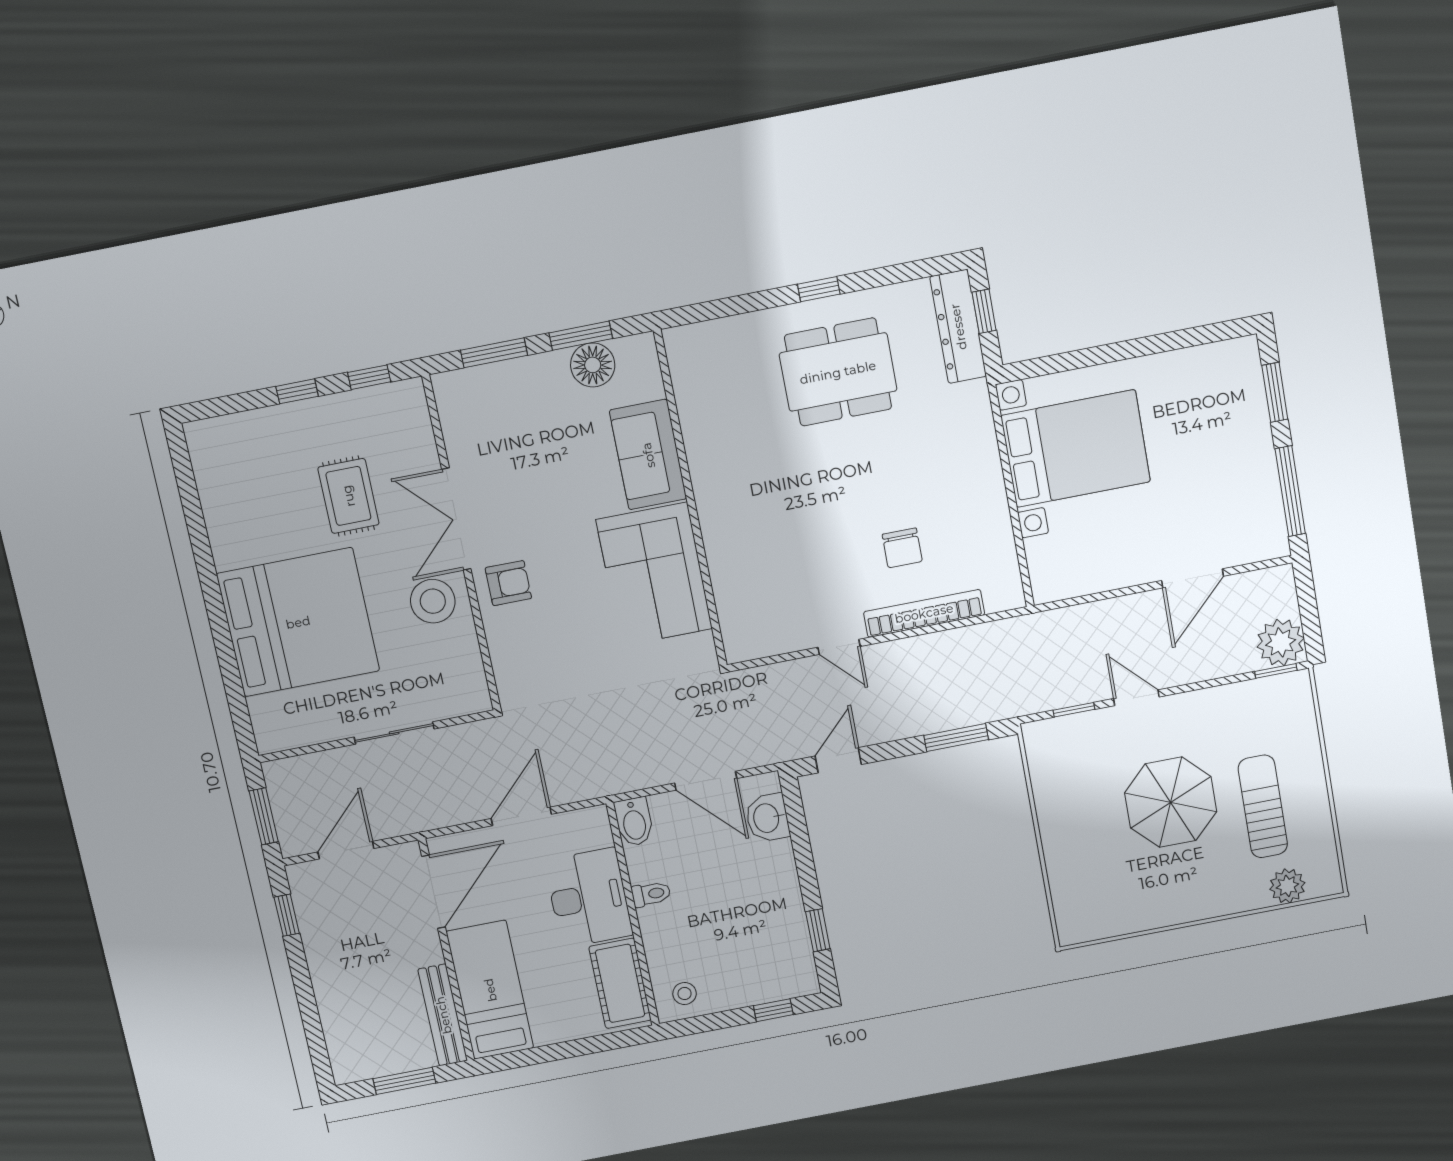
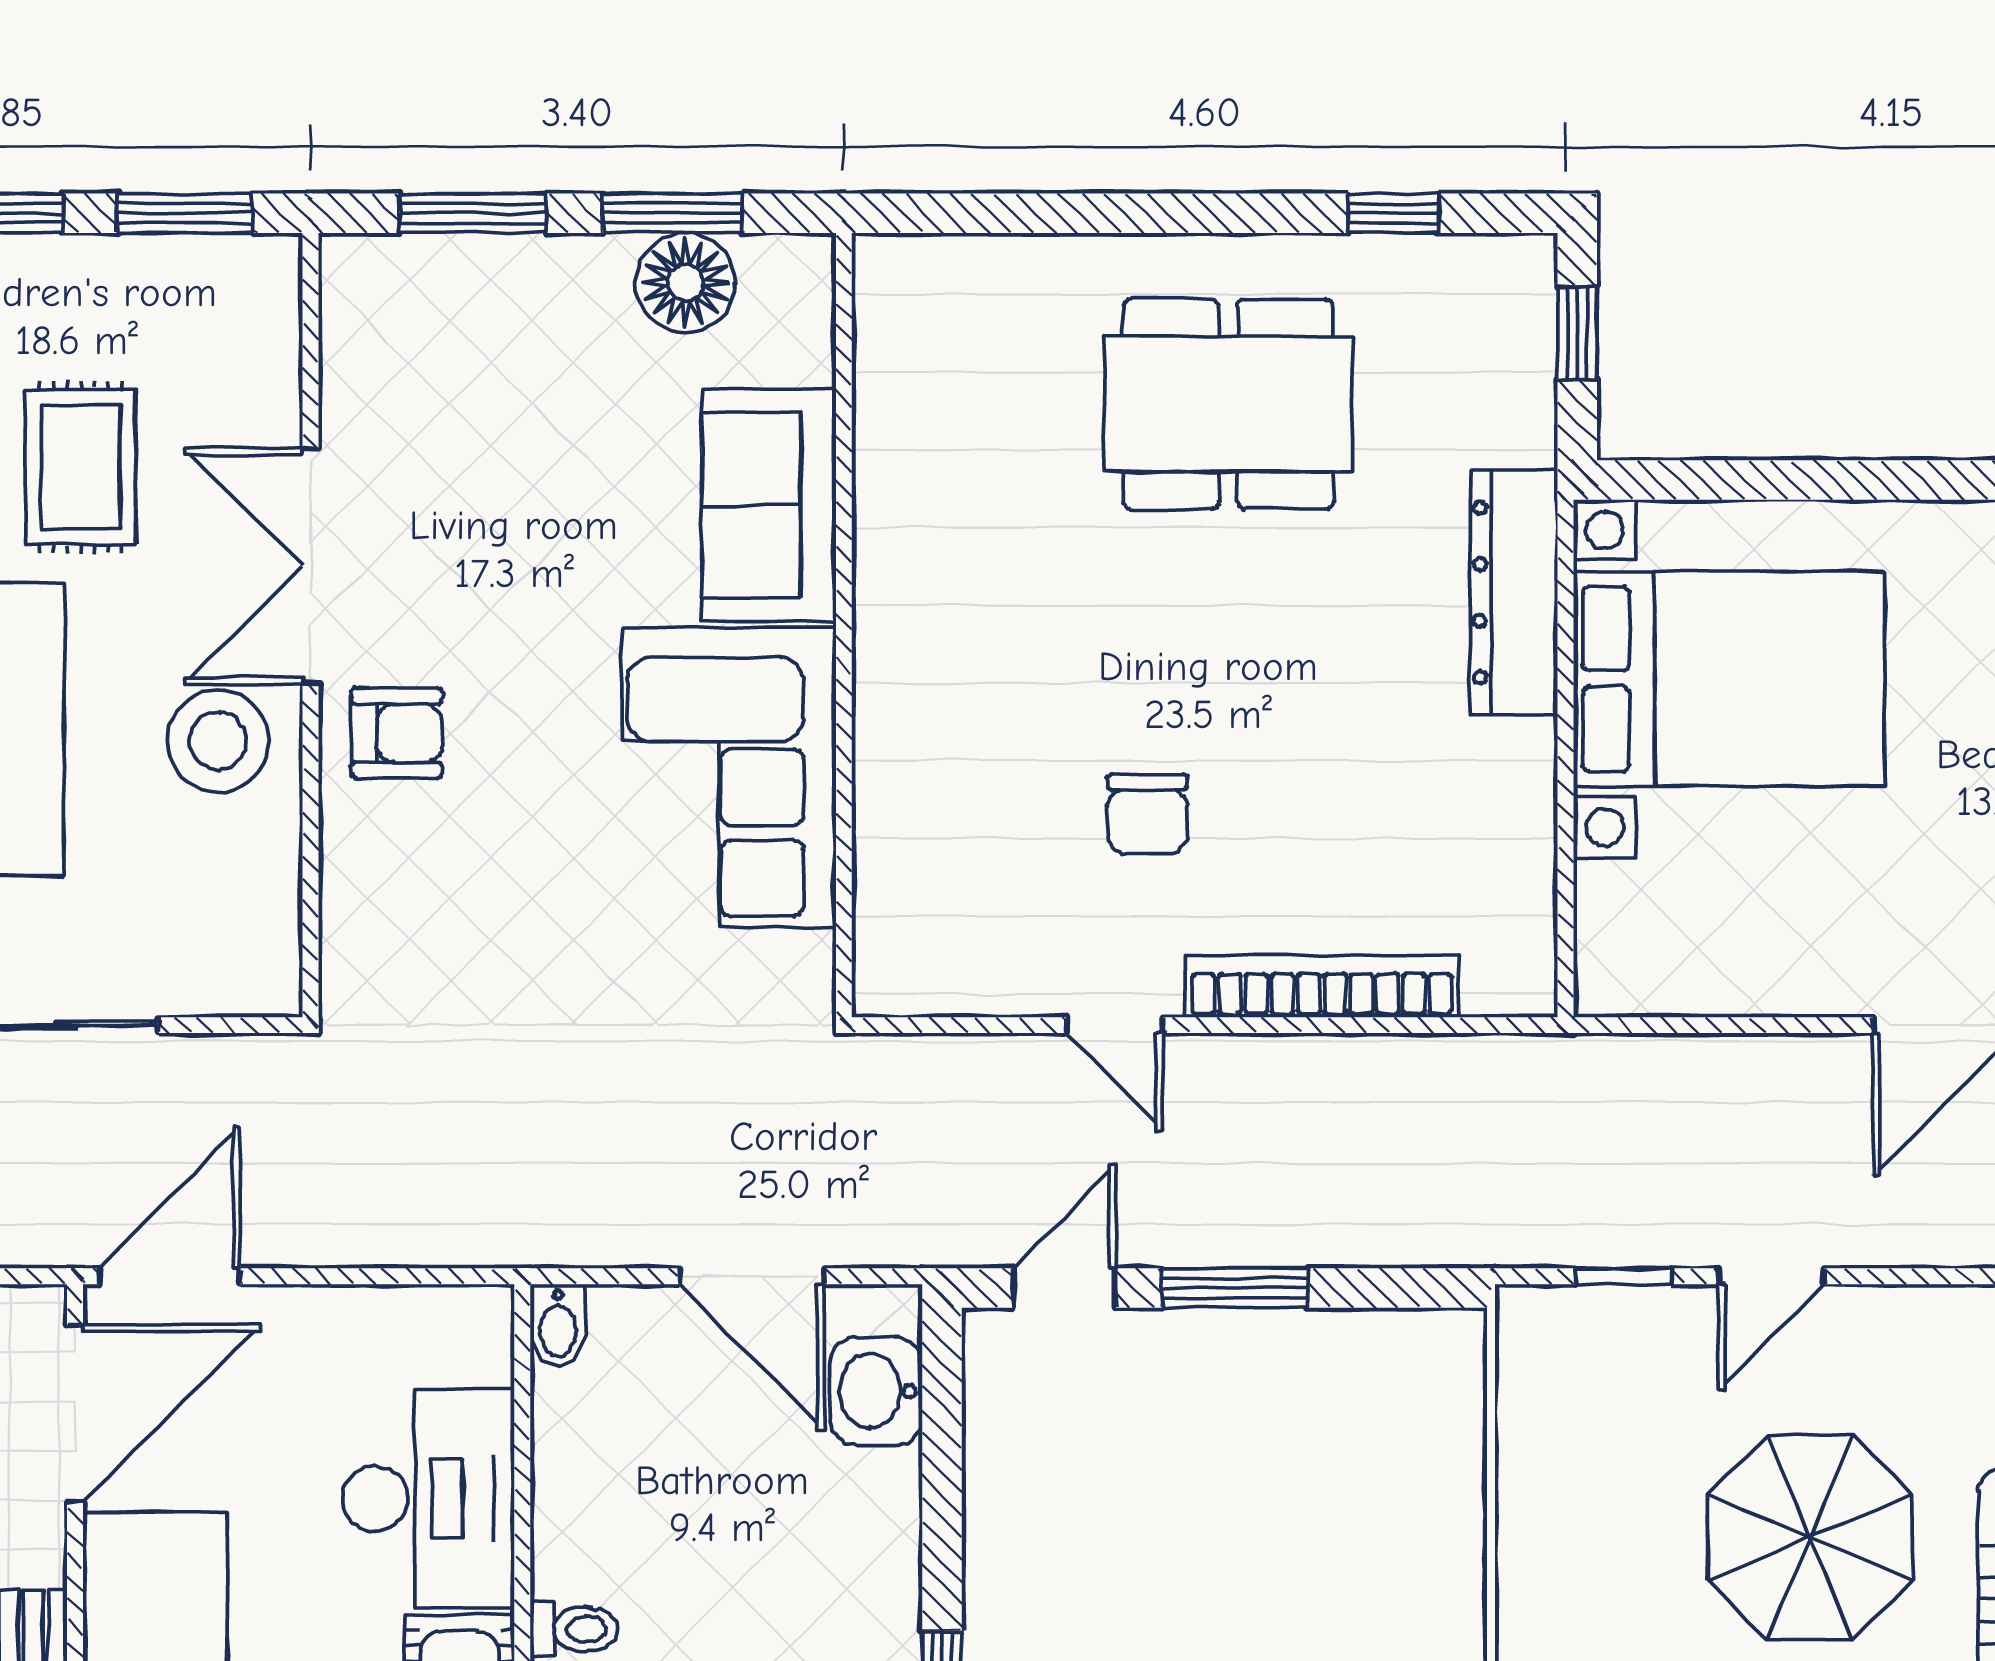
window: (819, 289) -> (1393, 213), moved
dresser: (958, 327) -> (1514, 592), moved
window: (369, 377) -> (185, 213), width x1.50
chair: (902, 548) -> (1147, 814), moved
door: (1136, 698) -> (1771, 1276), swing flipped
window: (956, 738) -> (1235, 1288), moved
door: (521, 816) -> (170, 1276), moved
bidet: (634, 822) -> (558, 1325), width x0.72, depth x0.74
toilet: (651, 894) -> (574, 1629), moved

